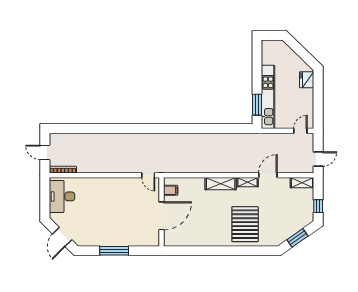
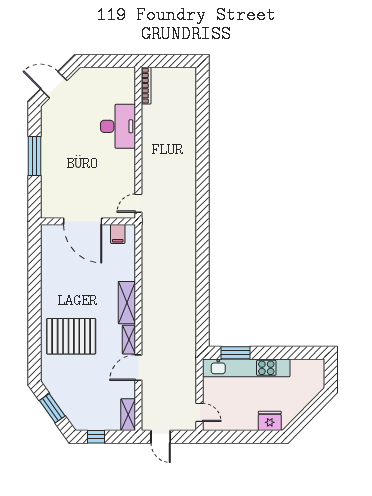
door: (45, 153) -> (170, 61), removed
door: (268, 175) -> (138, 368), swing flipped
desk: (62, 196) -> (118, 126), moved, turned 90

